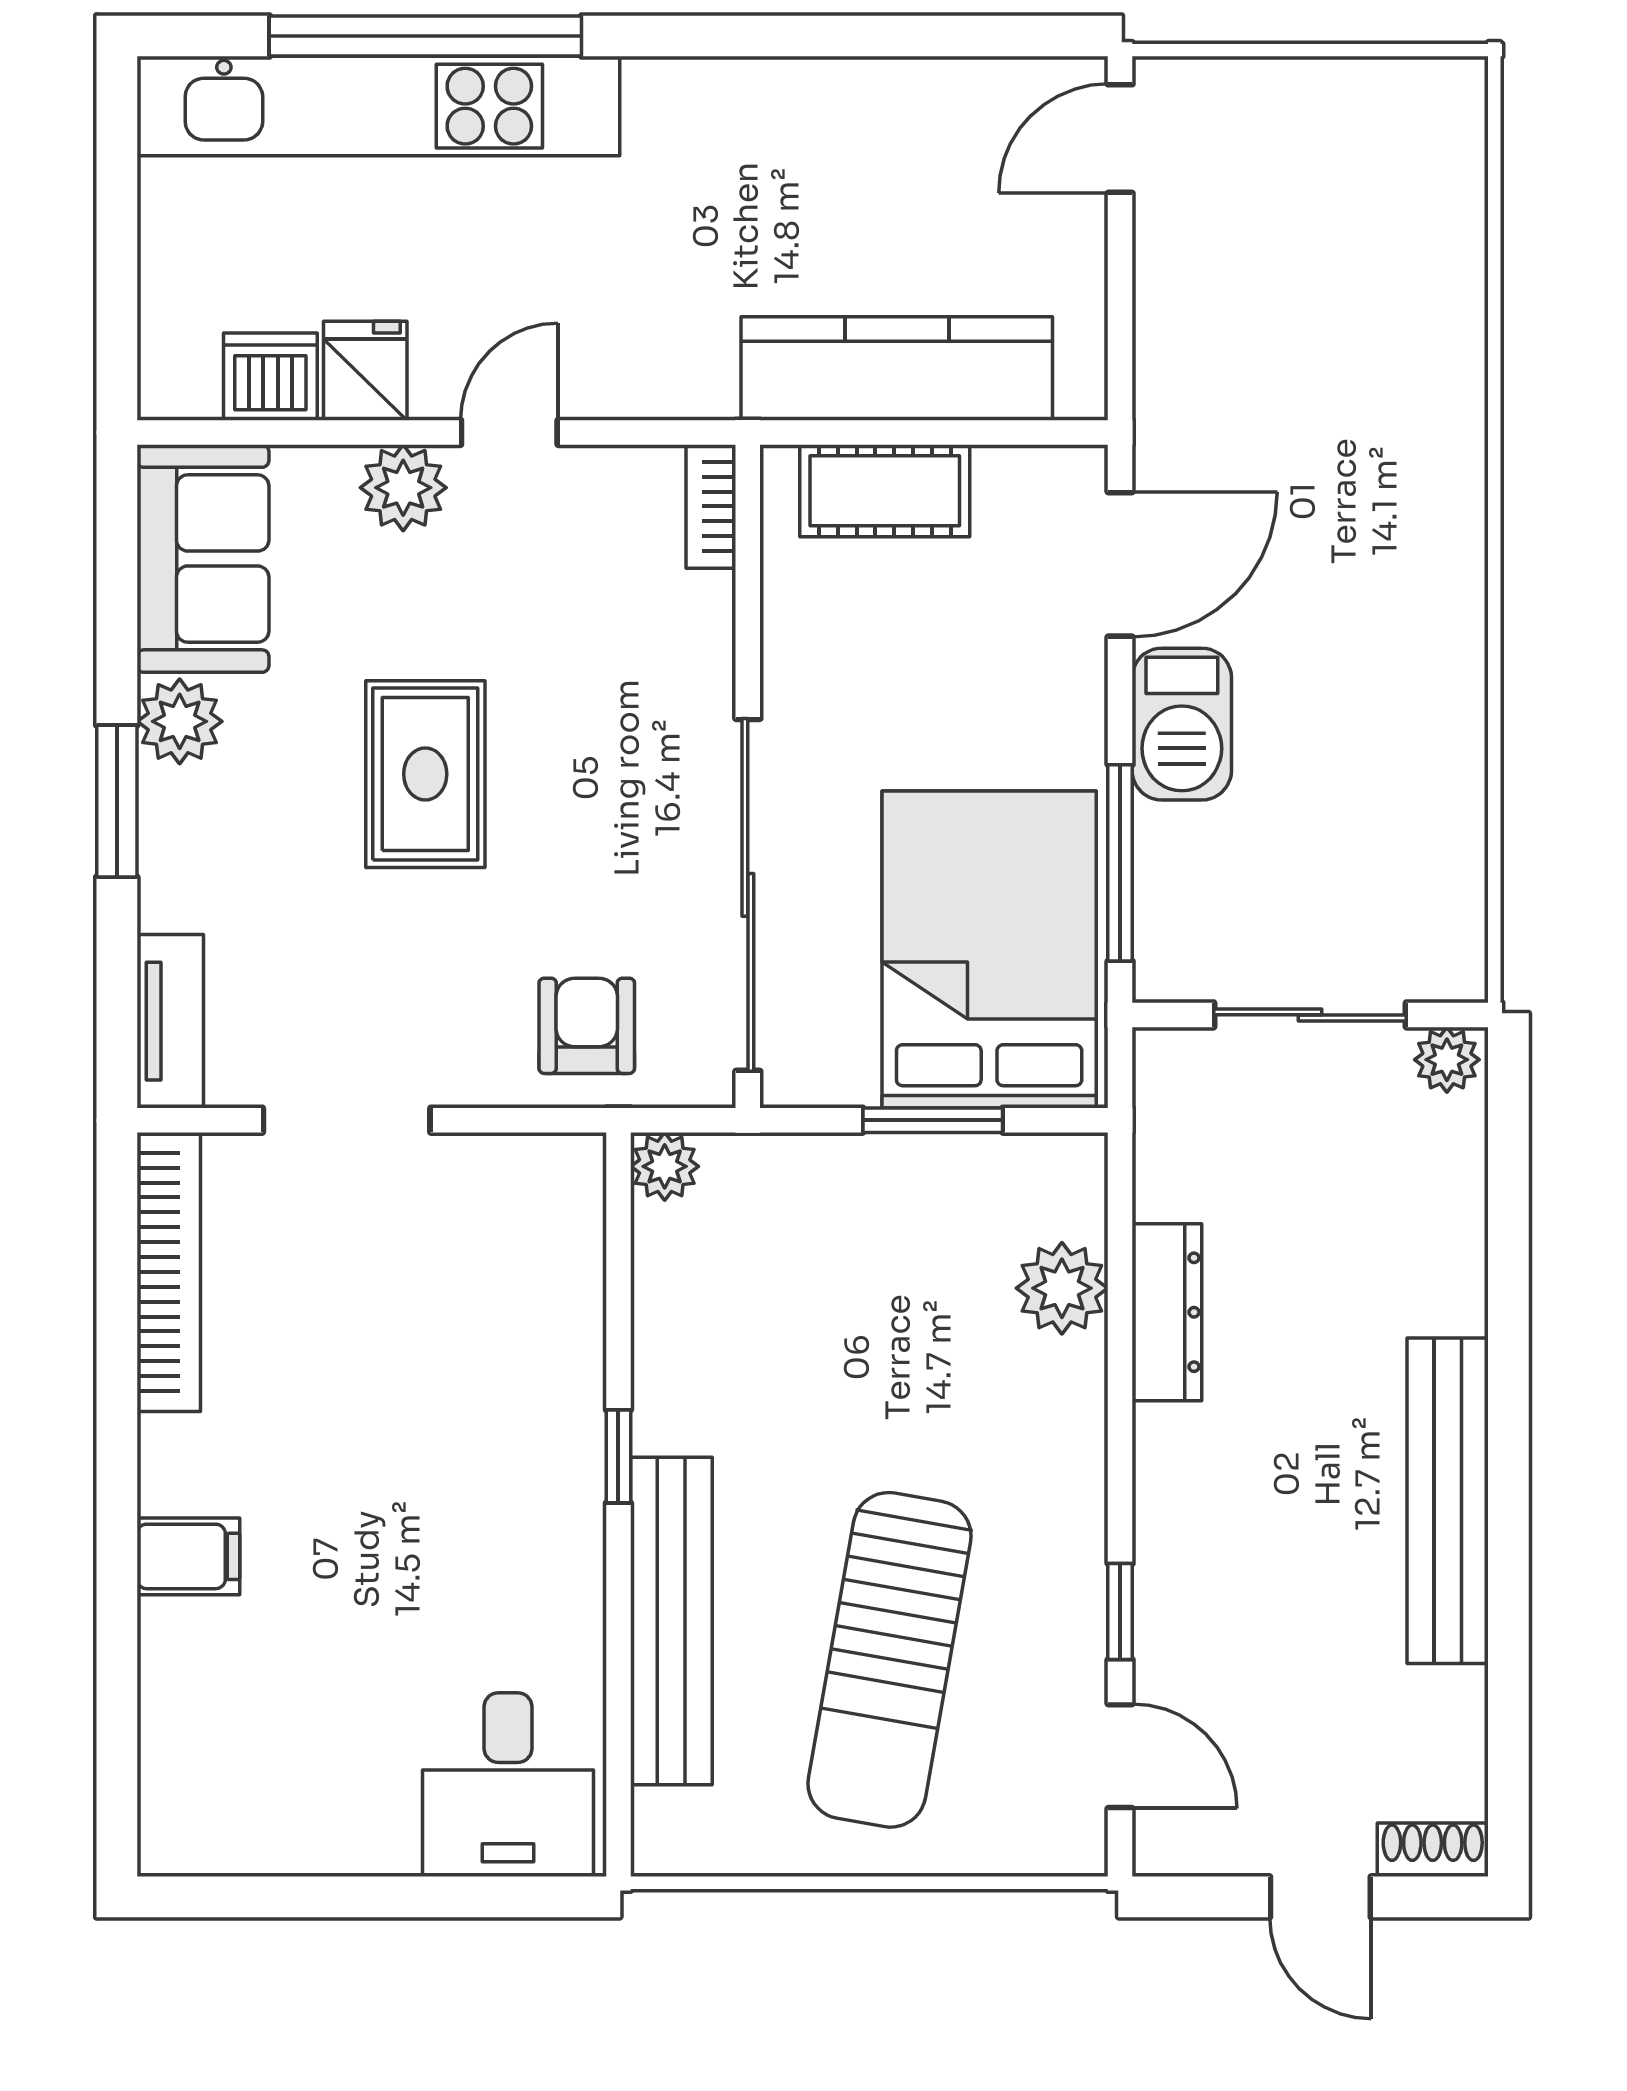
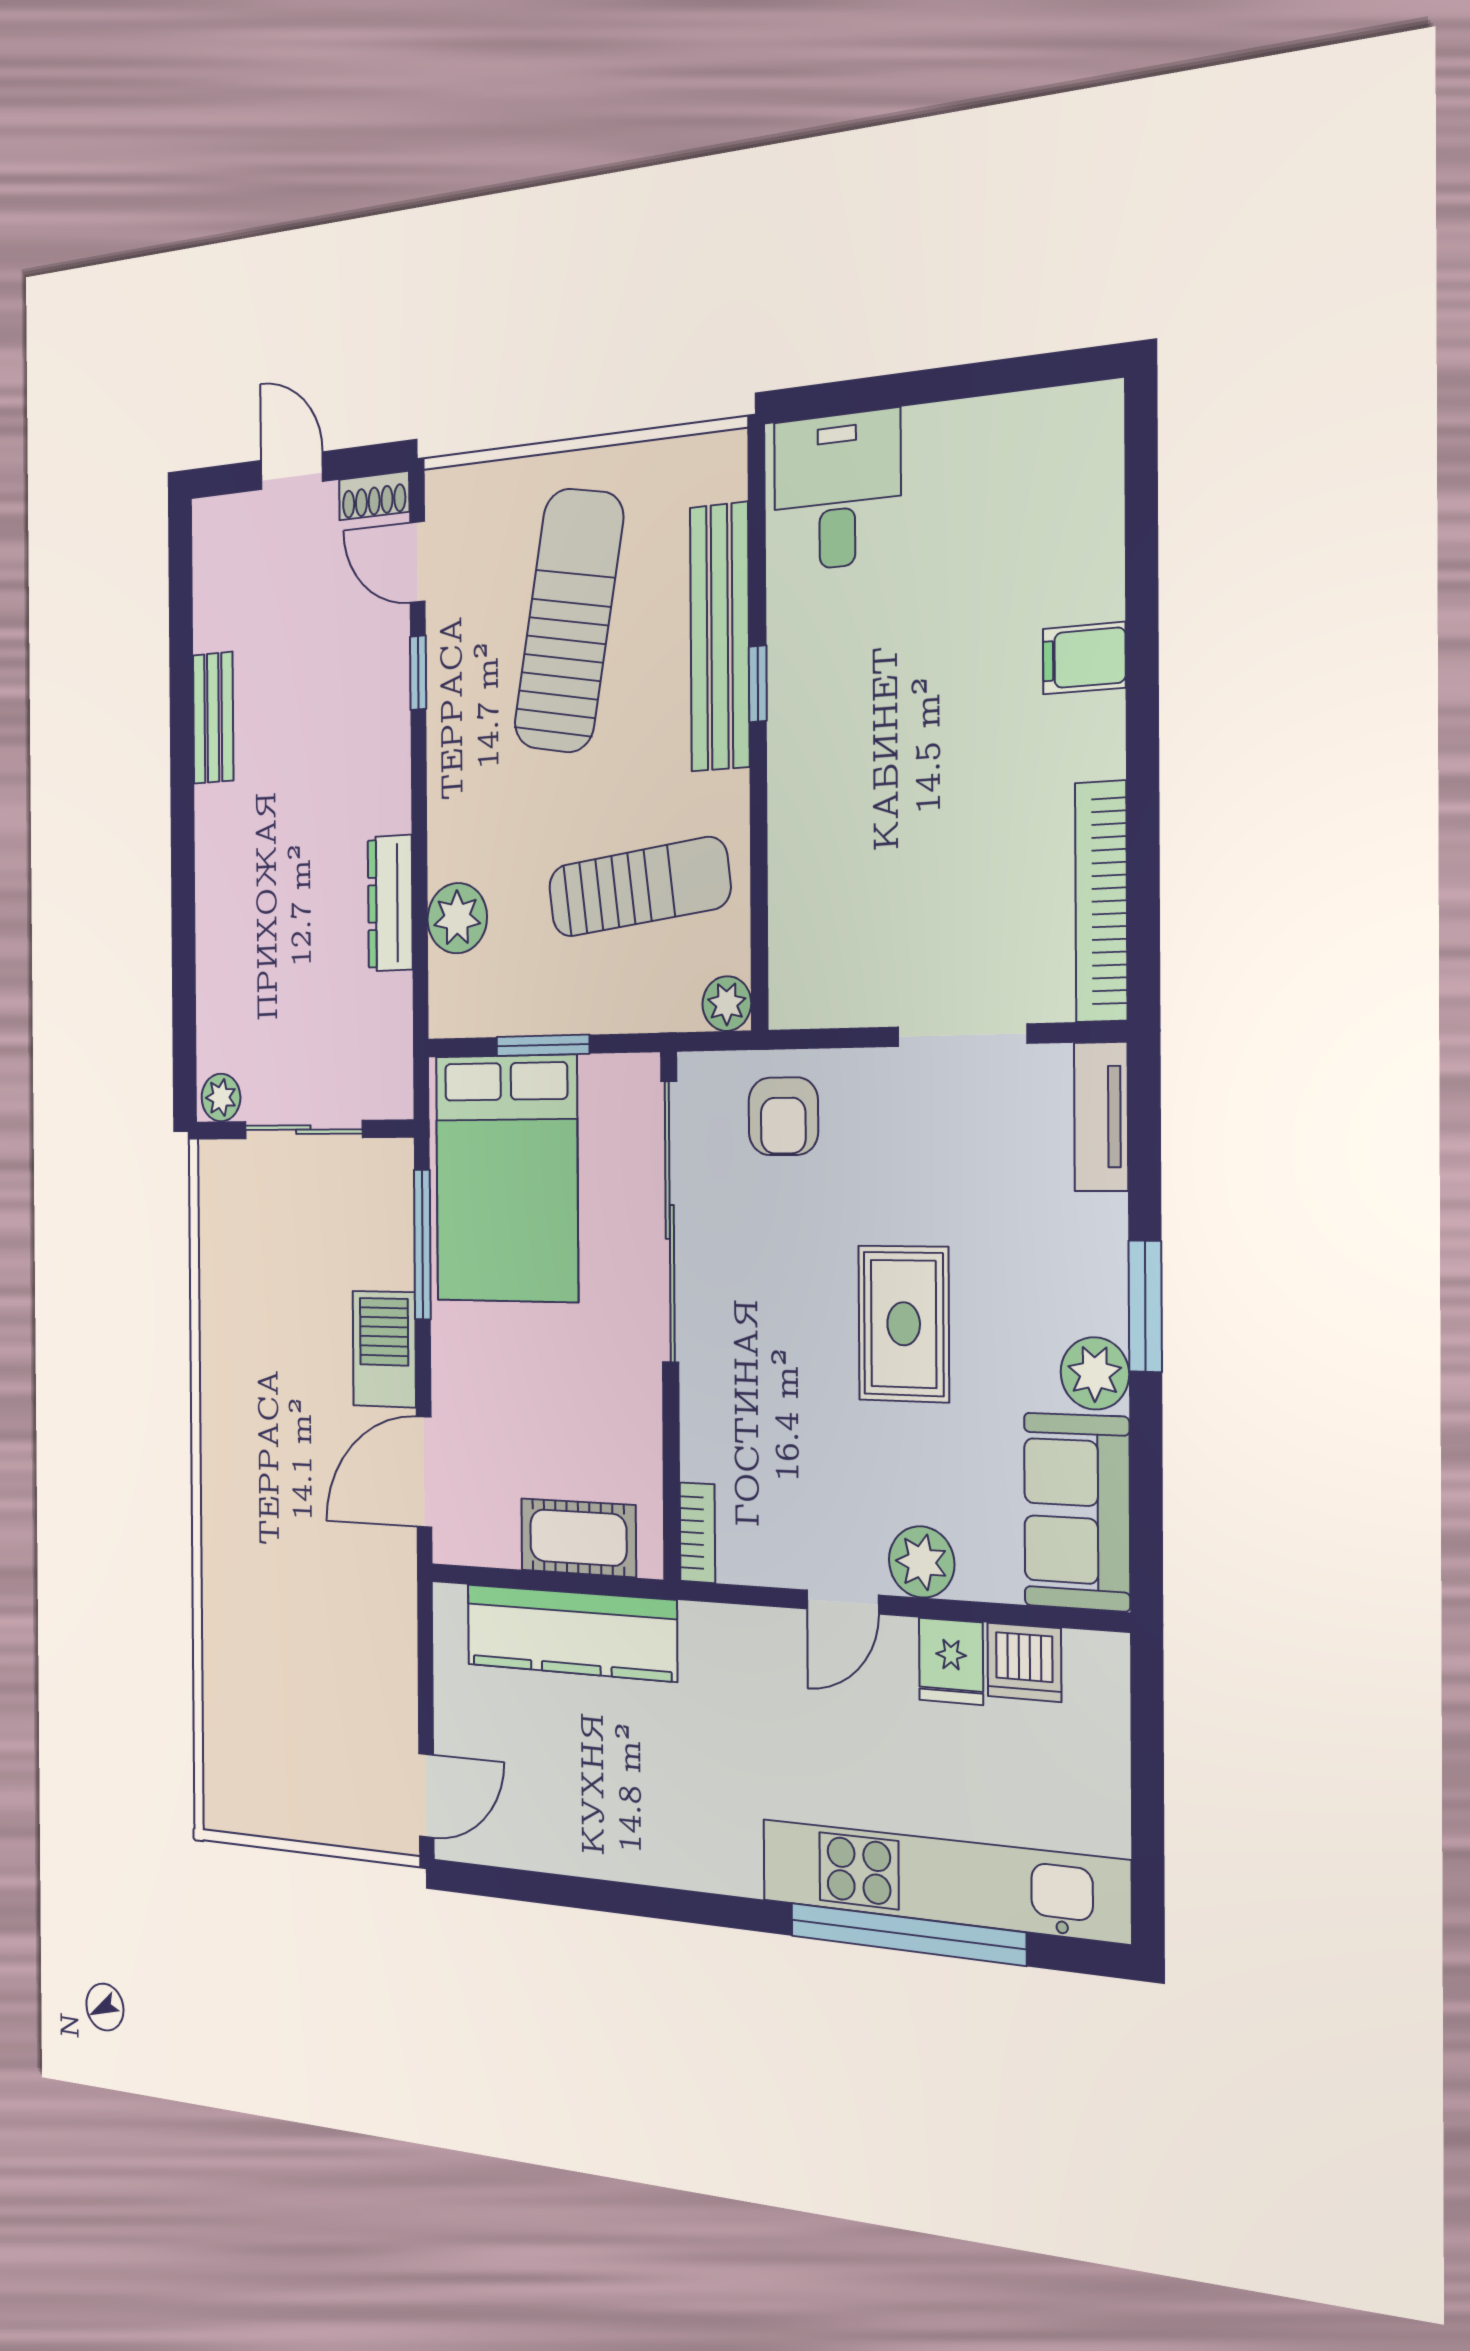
sun lounger: (789, 1317) -> (639, 887), added
window: (618, 1456) -> (758, 684), moved
bench: (1448, 1501) -> (213, 718), width x0.54, depth x0.82
shoe rack: (1433, 1850) -> (374, 496), moved

